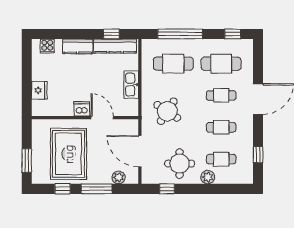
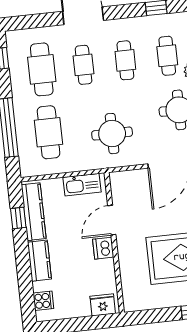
dishwasher: (82, 109) -> (103, 248), moved
round table: (167, 111) -> (112, 134), turned -33
wall: (85, 118) -> (114, 243), moved
door: (102, 118) -> (112, 220), moved

